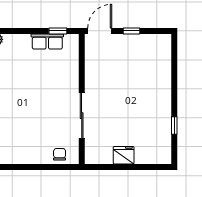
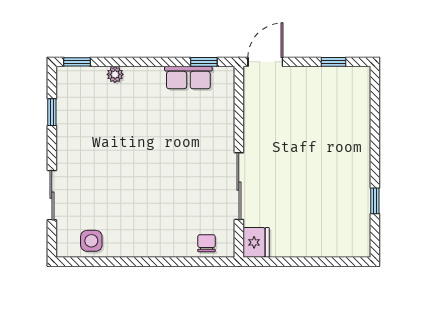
window: (132, 31) -> (333, 62), moved
fridge: (124, 155) -> (256, 242), moved, turned 90

